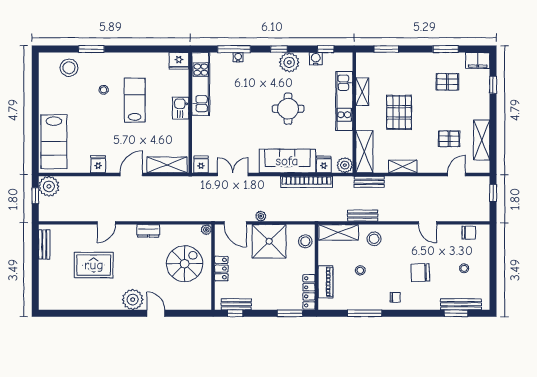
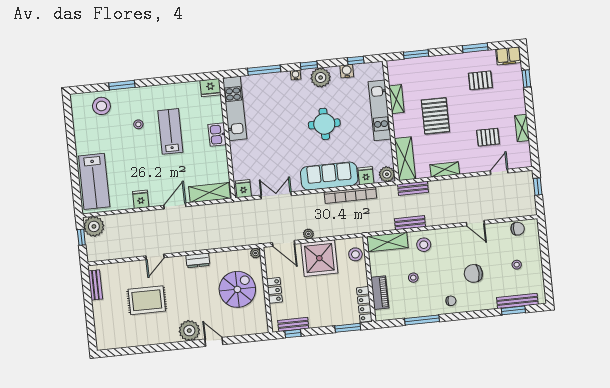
water cooler: (238, 57) -> (296, 75), moved
shelving: (482, 140) -> (522, 128), width x0.67, depth x0.75

